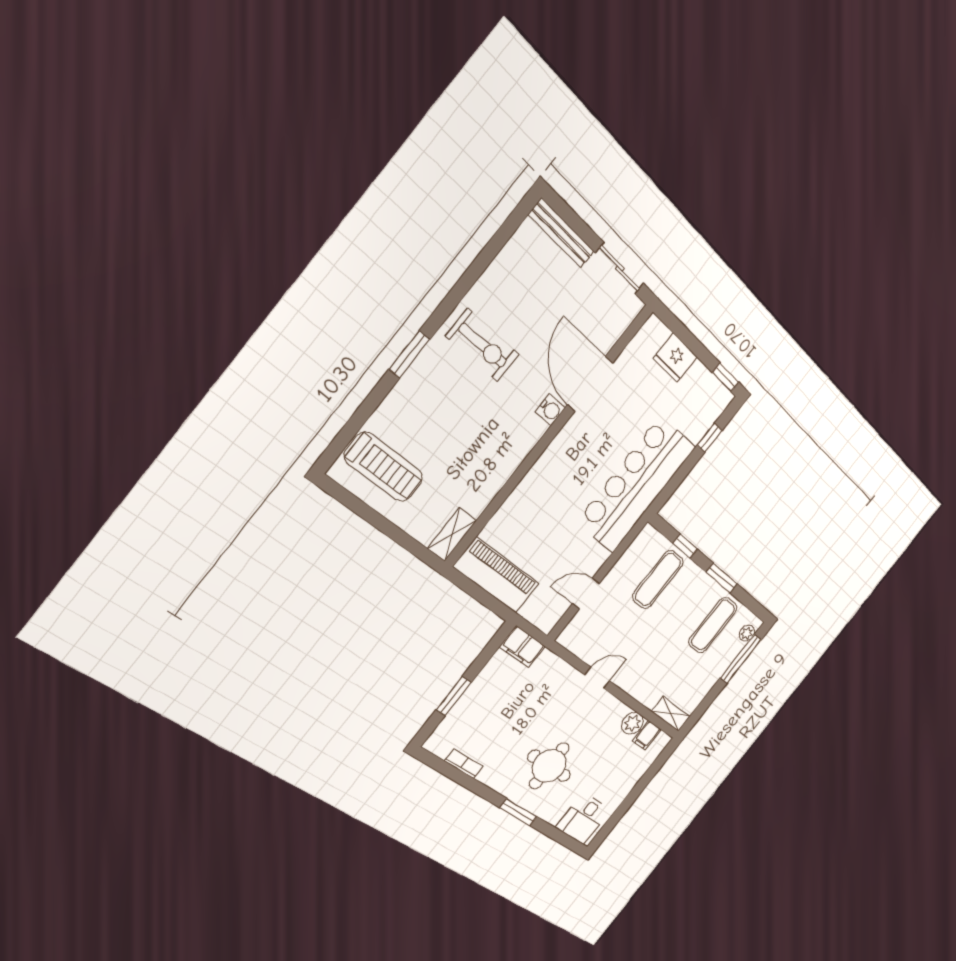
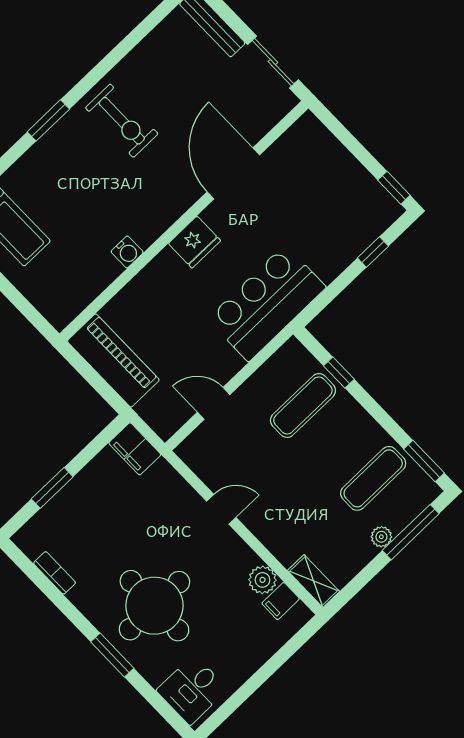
fridge: (675, 358) -> (195, 242), moved, turned -90
water cooler: (550, 410) -> (127, 252), moved
bar counter: (636, 484) -> (267, 303), width x0.73
shelving: (452, 534) -> (70, 306), removed
window: (722, 578) -> (424, 461), moved
plant: (747, 633) -> (381, 537), moved
round table: (549, 766) -> (154, 606), width x1.36, depth x1.36

